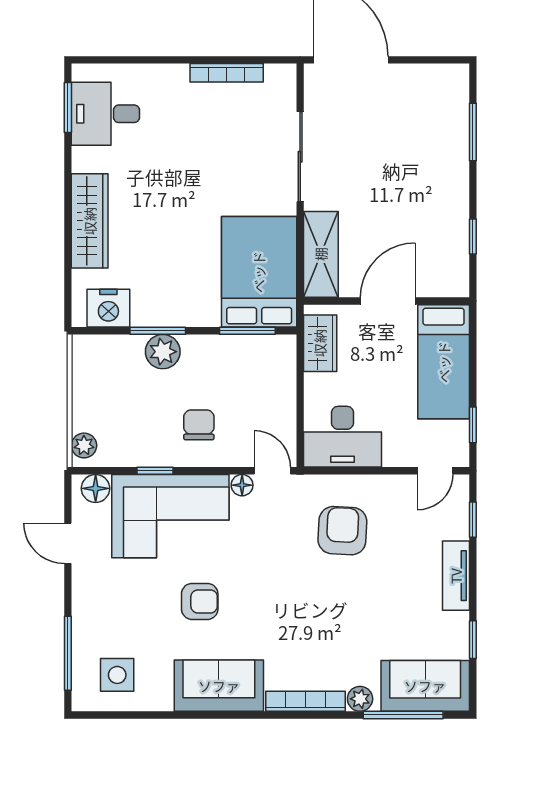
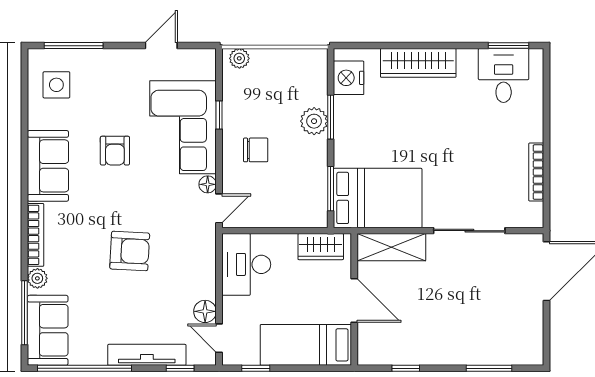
floor lamp: (96, 488) -> (205, 311), moved
armchair: (342, 531) -> (130, 251), moved
tv unit: (456, 576) -> (147, 355), width x1.41
window: (473, 640) -> (85, 368), width x3.17

